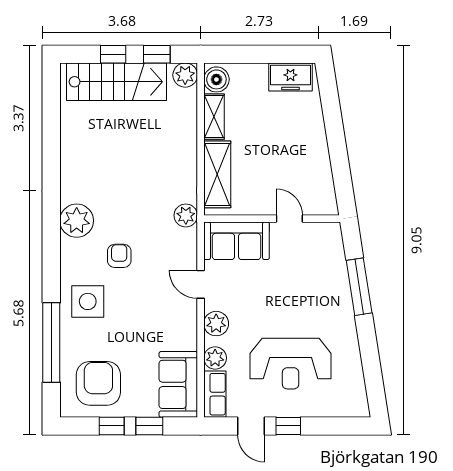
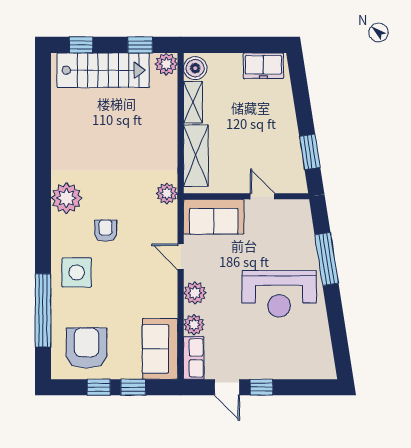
window: (113, 54) -> (81, 45), moved
window: (341, 170) -> (310, 152), added
reception desk: (291, 364) -> (279, 294), moved

